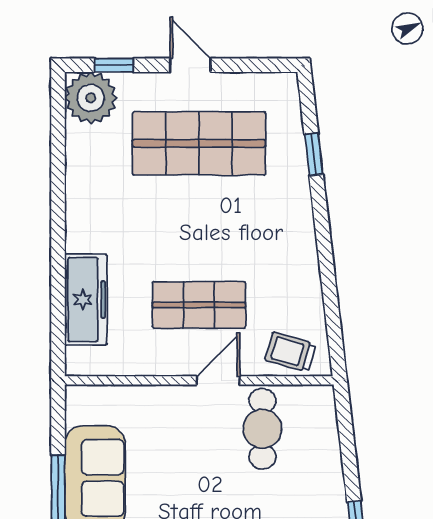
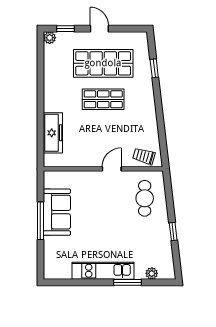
plant: (91, 98) -> (50, 38), width x0.53, depth x0.53
shop shelf: (199, 305) -> (103, 99), moved
cafe table: (262, 429) -> (145, 198), moved

